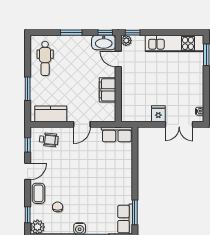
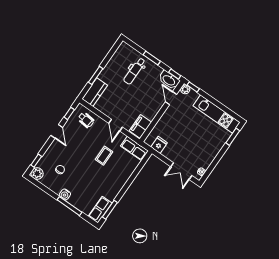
dental chair: (45, 58) -> (134, 71), moved
filing cabinet: (108, 90) -> (140, 126), moved
kitchen counter: (51, 114) -> (95, 92), moved, turned 90
fridge: (158, 114) -> (159, 145), moved
door: (82, 124) -> (116, 125), hinge flipped
door: (28, 171) -> (57, 131), hinge flipped
coffee table: (38, 193) -> (104, 156), moved

